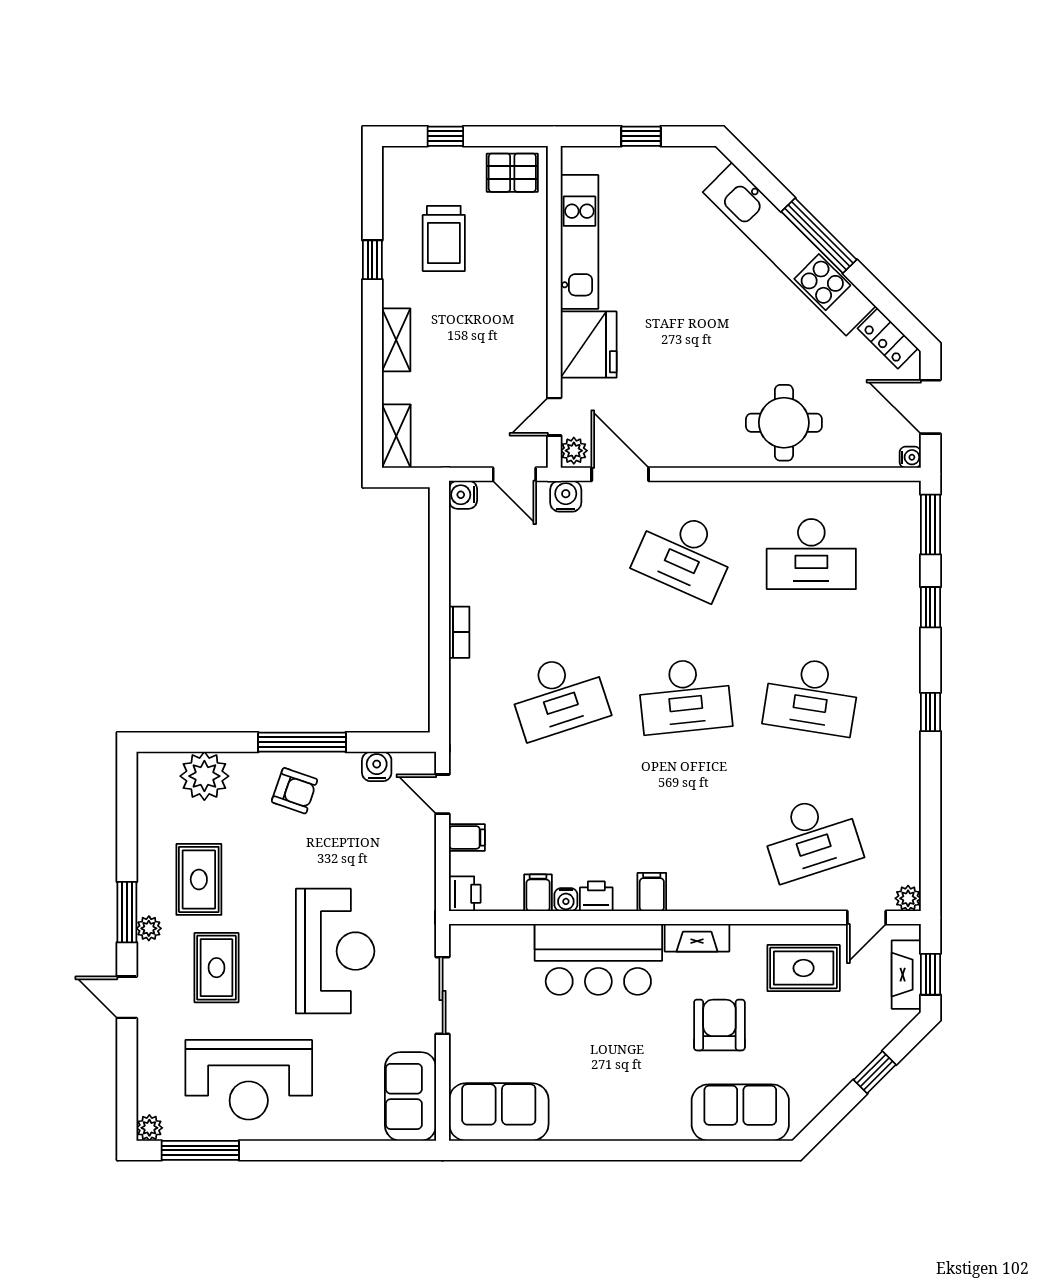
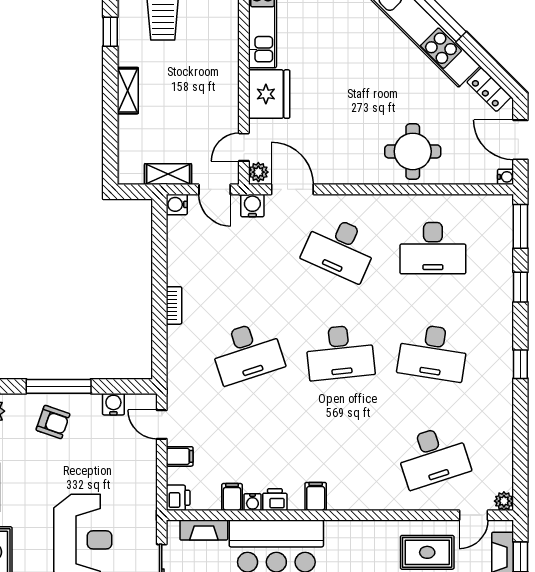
shelving: (396, 436) -> (168, 174), moved, turned 90
fireplace: (697, 938) -> (204, 530), moved

